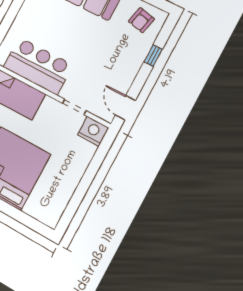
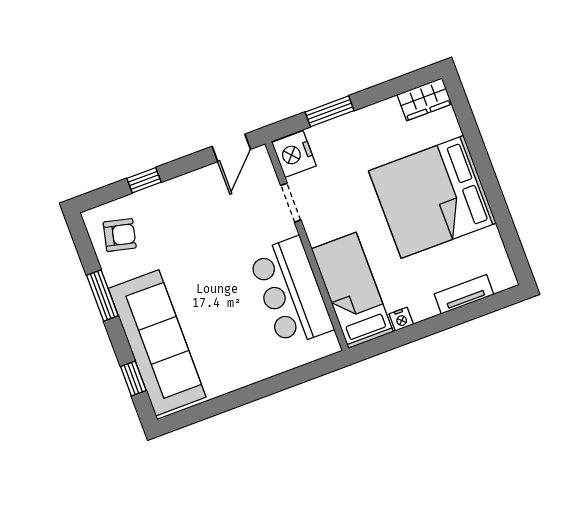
window: (94, 167) -> (330, 111), added
wardrobe: (54, 212) -> (424, 99), added

